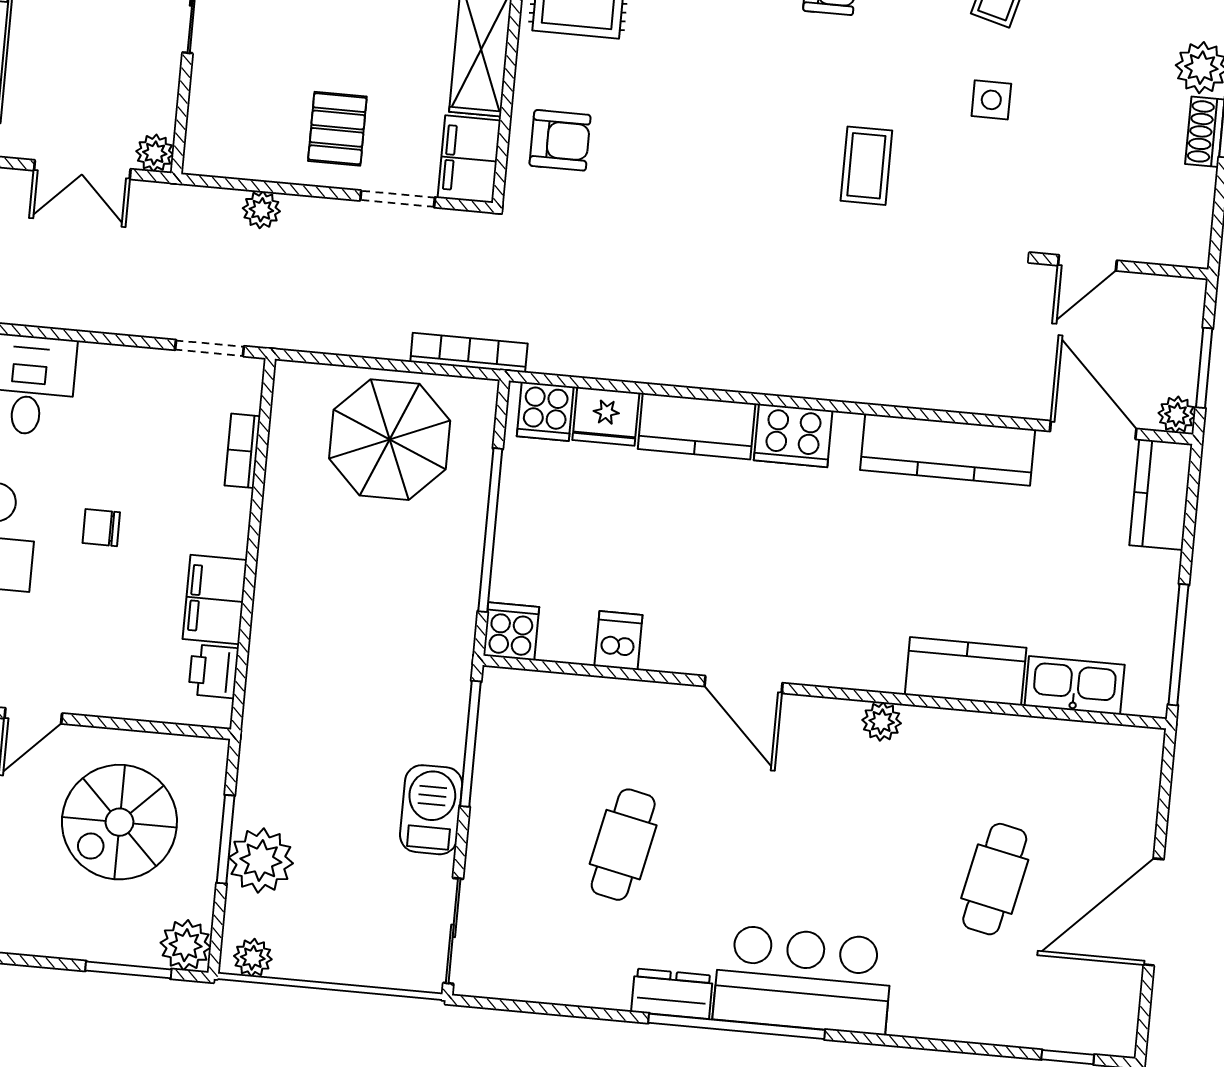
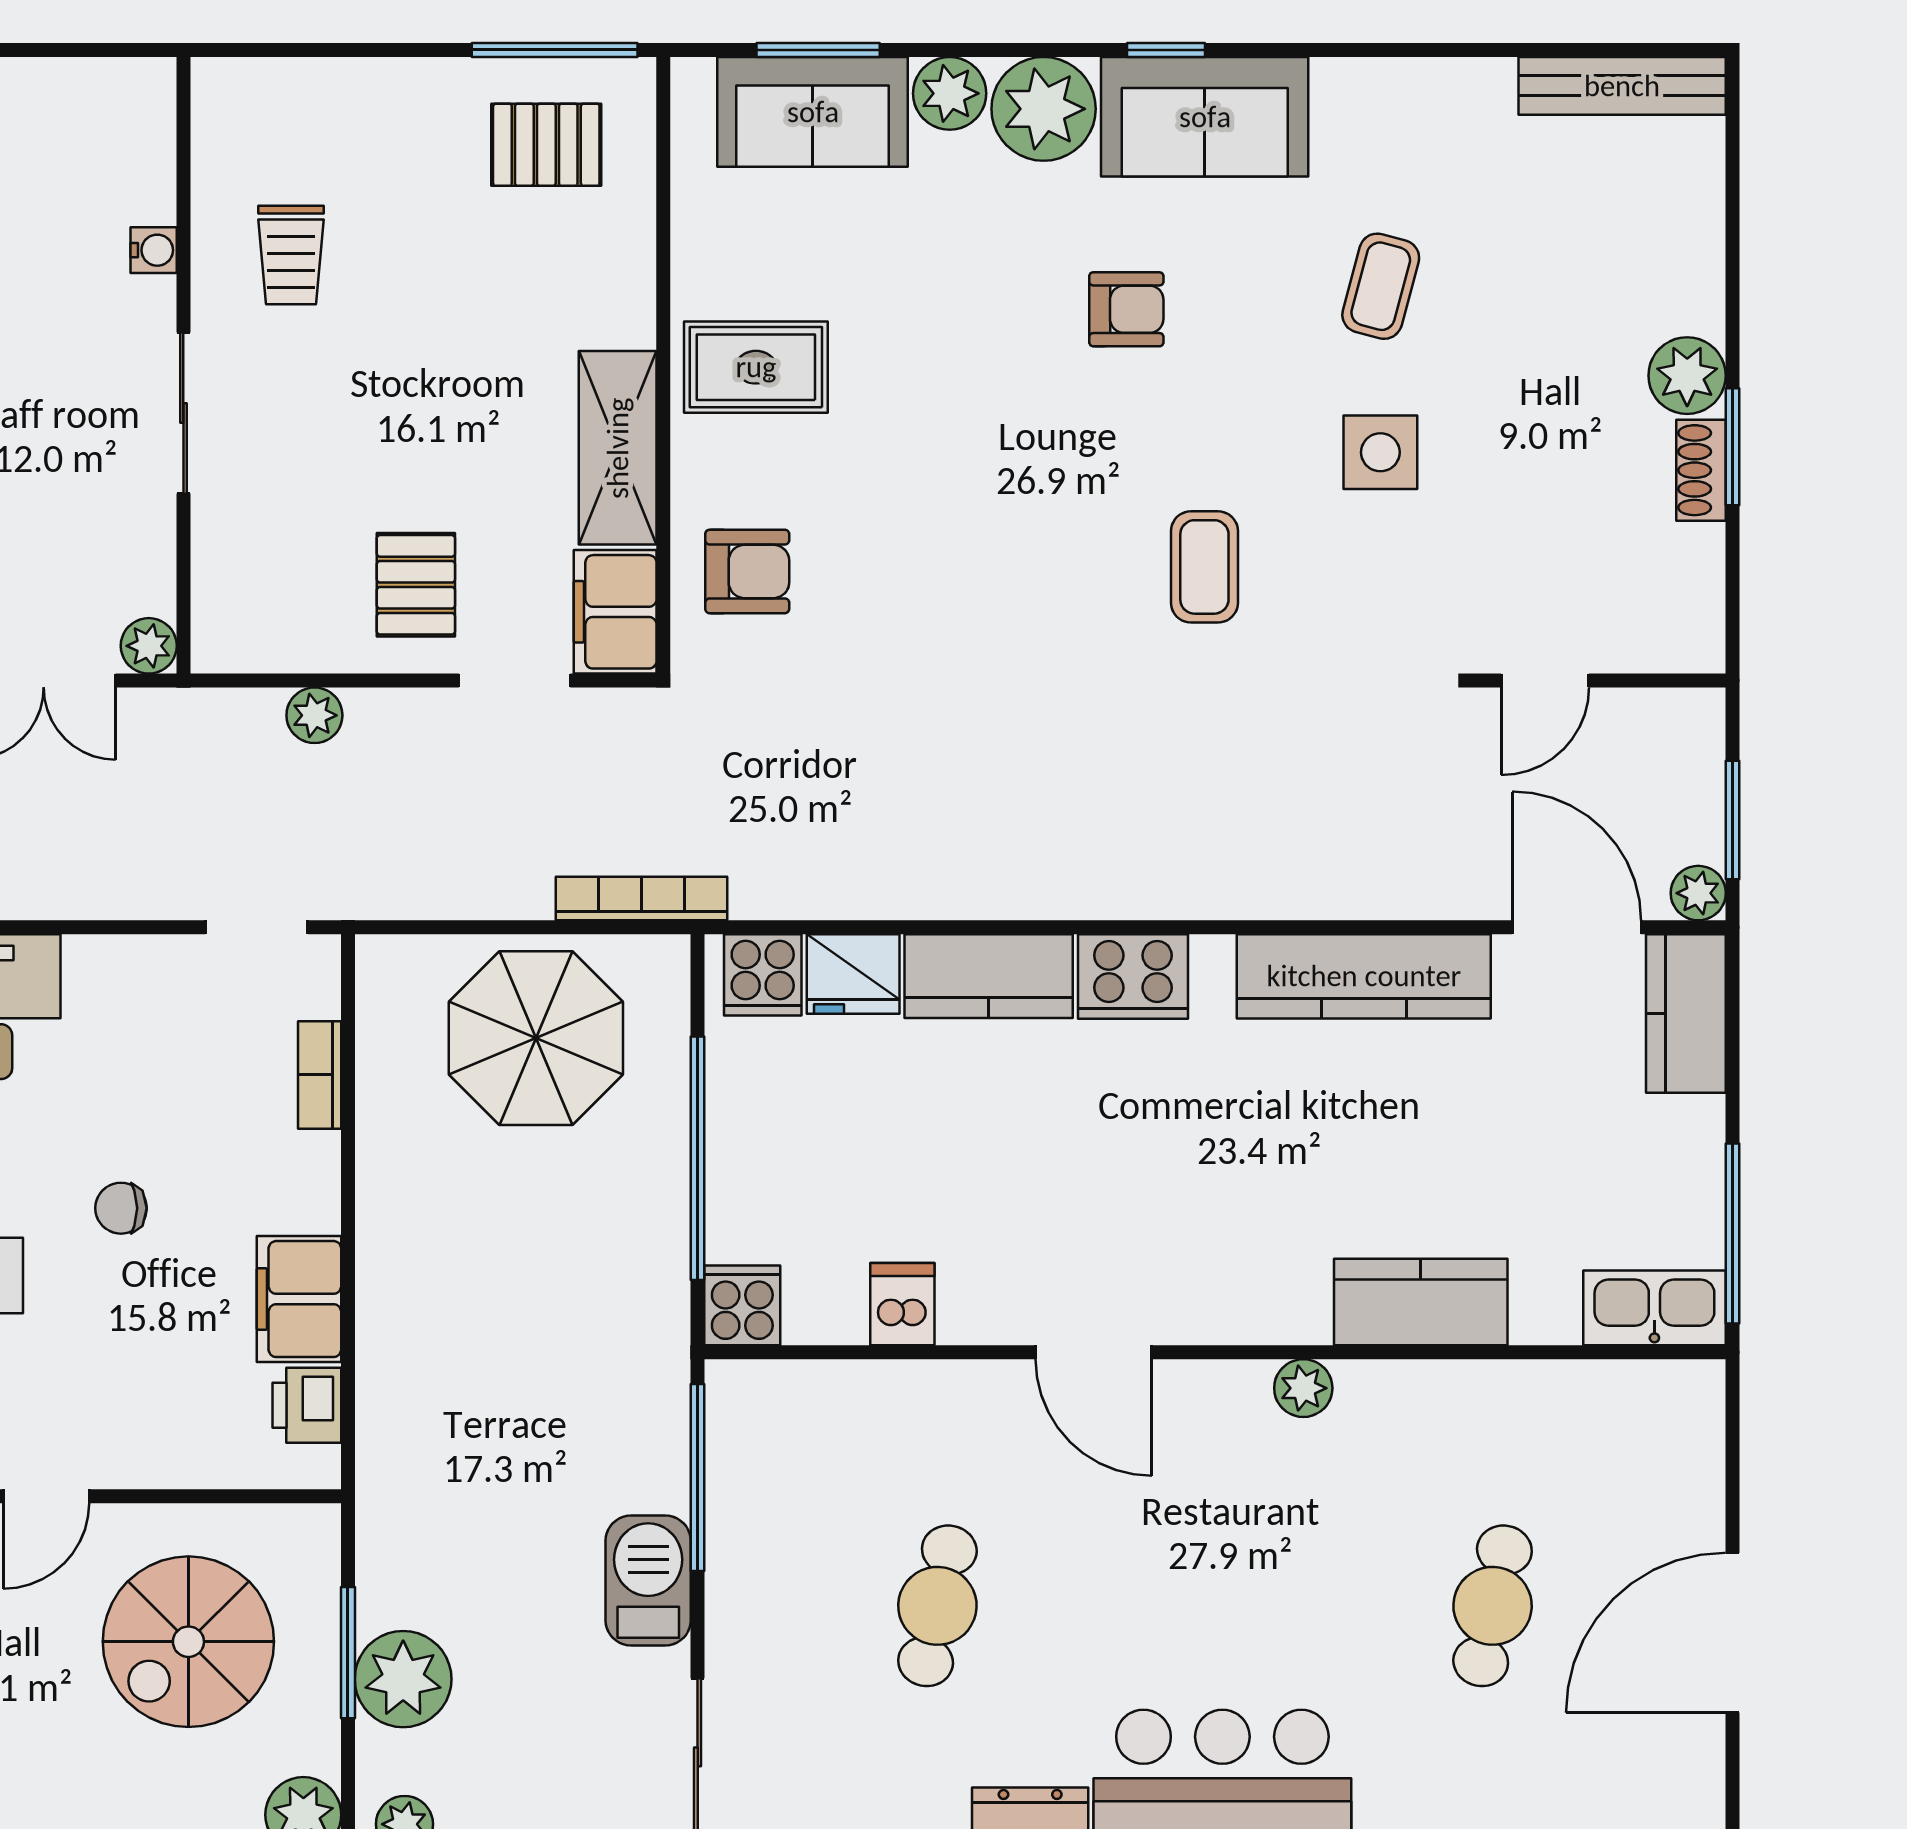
side table: (991, 100) -> (1380, 452), width x1.37, depth x1.37
kitchen sink: (1075, 685) -> (1654, 1308), moved

